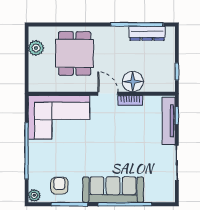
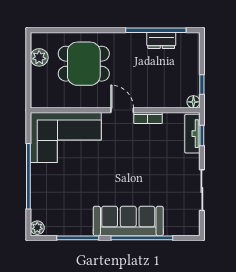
dresser: (147, 33) -> (161, 40), width x0.70
dining table: (75, 53) -> (84, 64), turned 90
floor lamp: (133, 82) -> (193, 102), moved, width x0.53, depth x0.53
tv unit: (169, 121) -> (192, 134), width x0.71
armchair: (59, 186) -> (66, 216), removed

